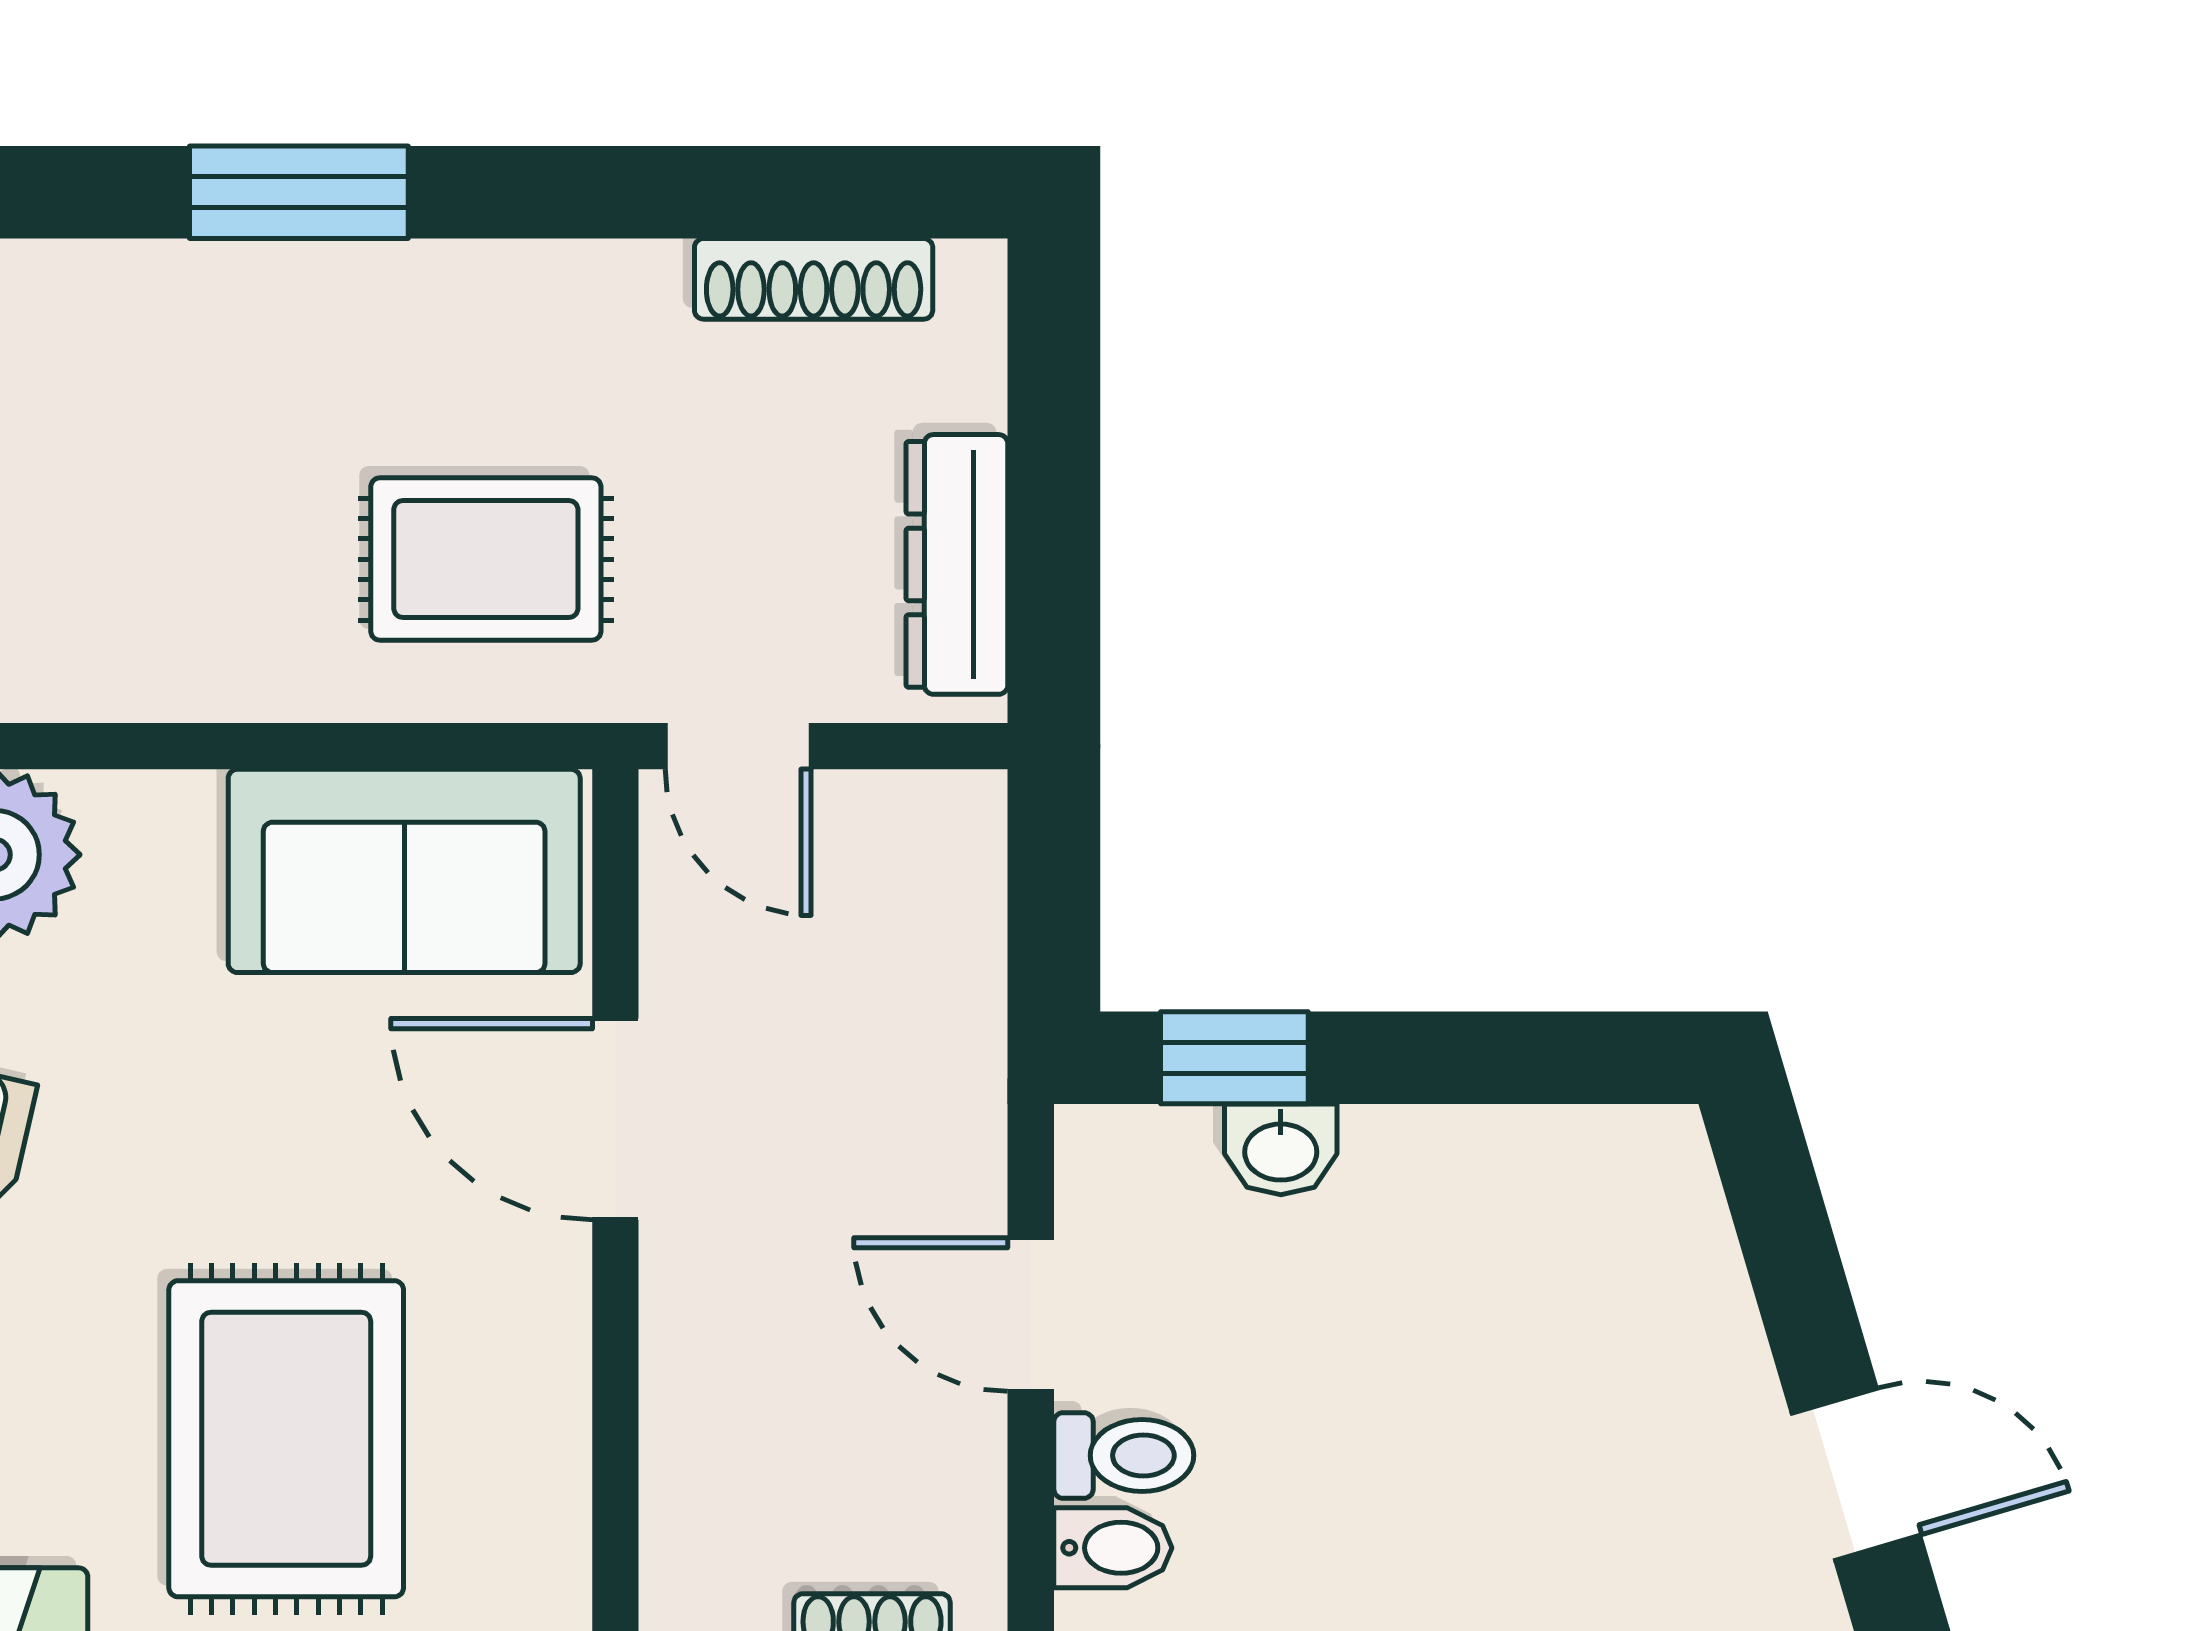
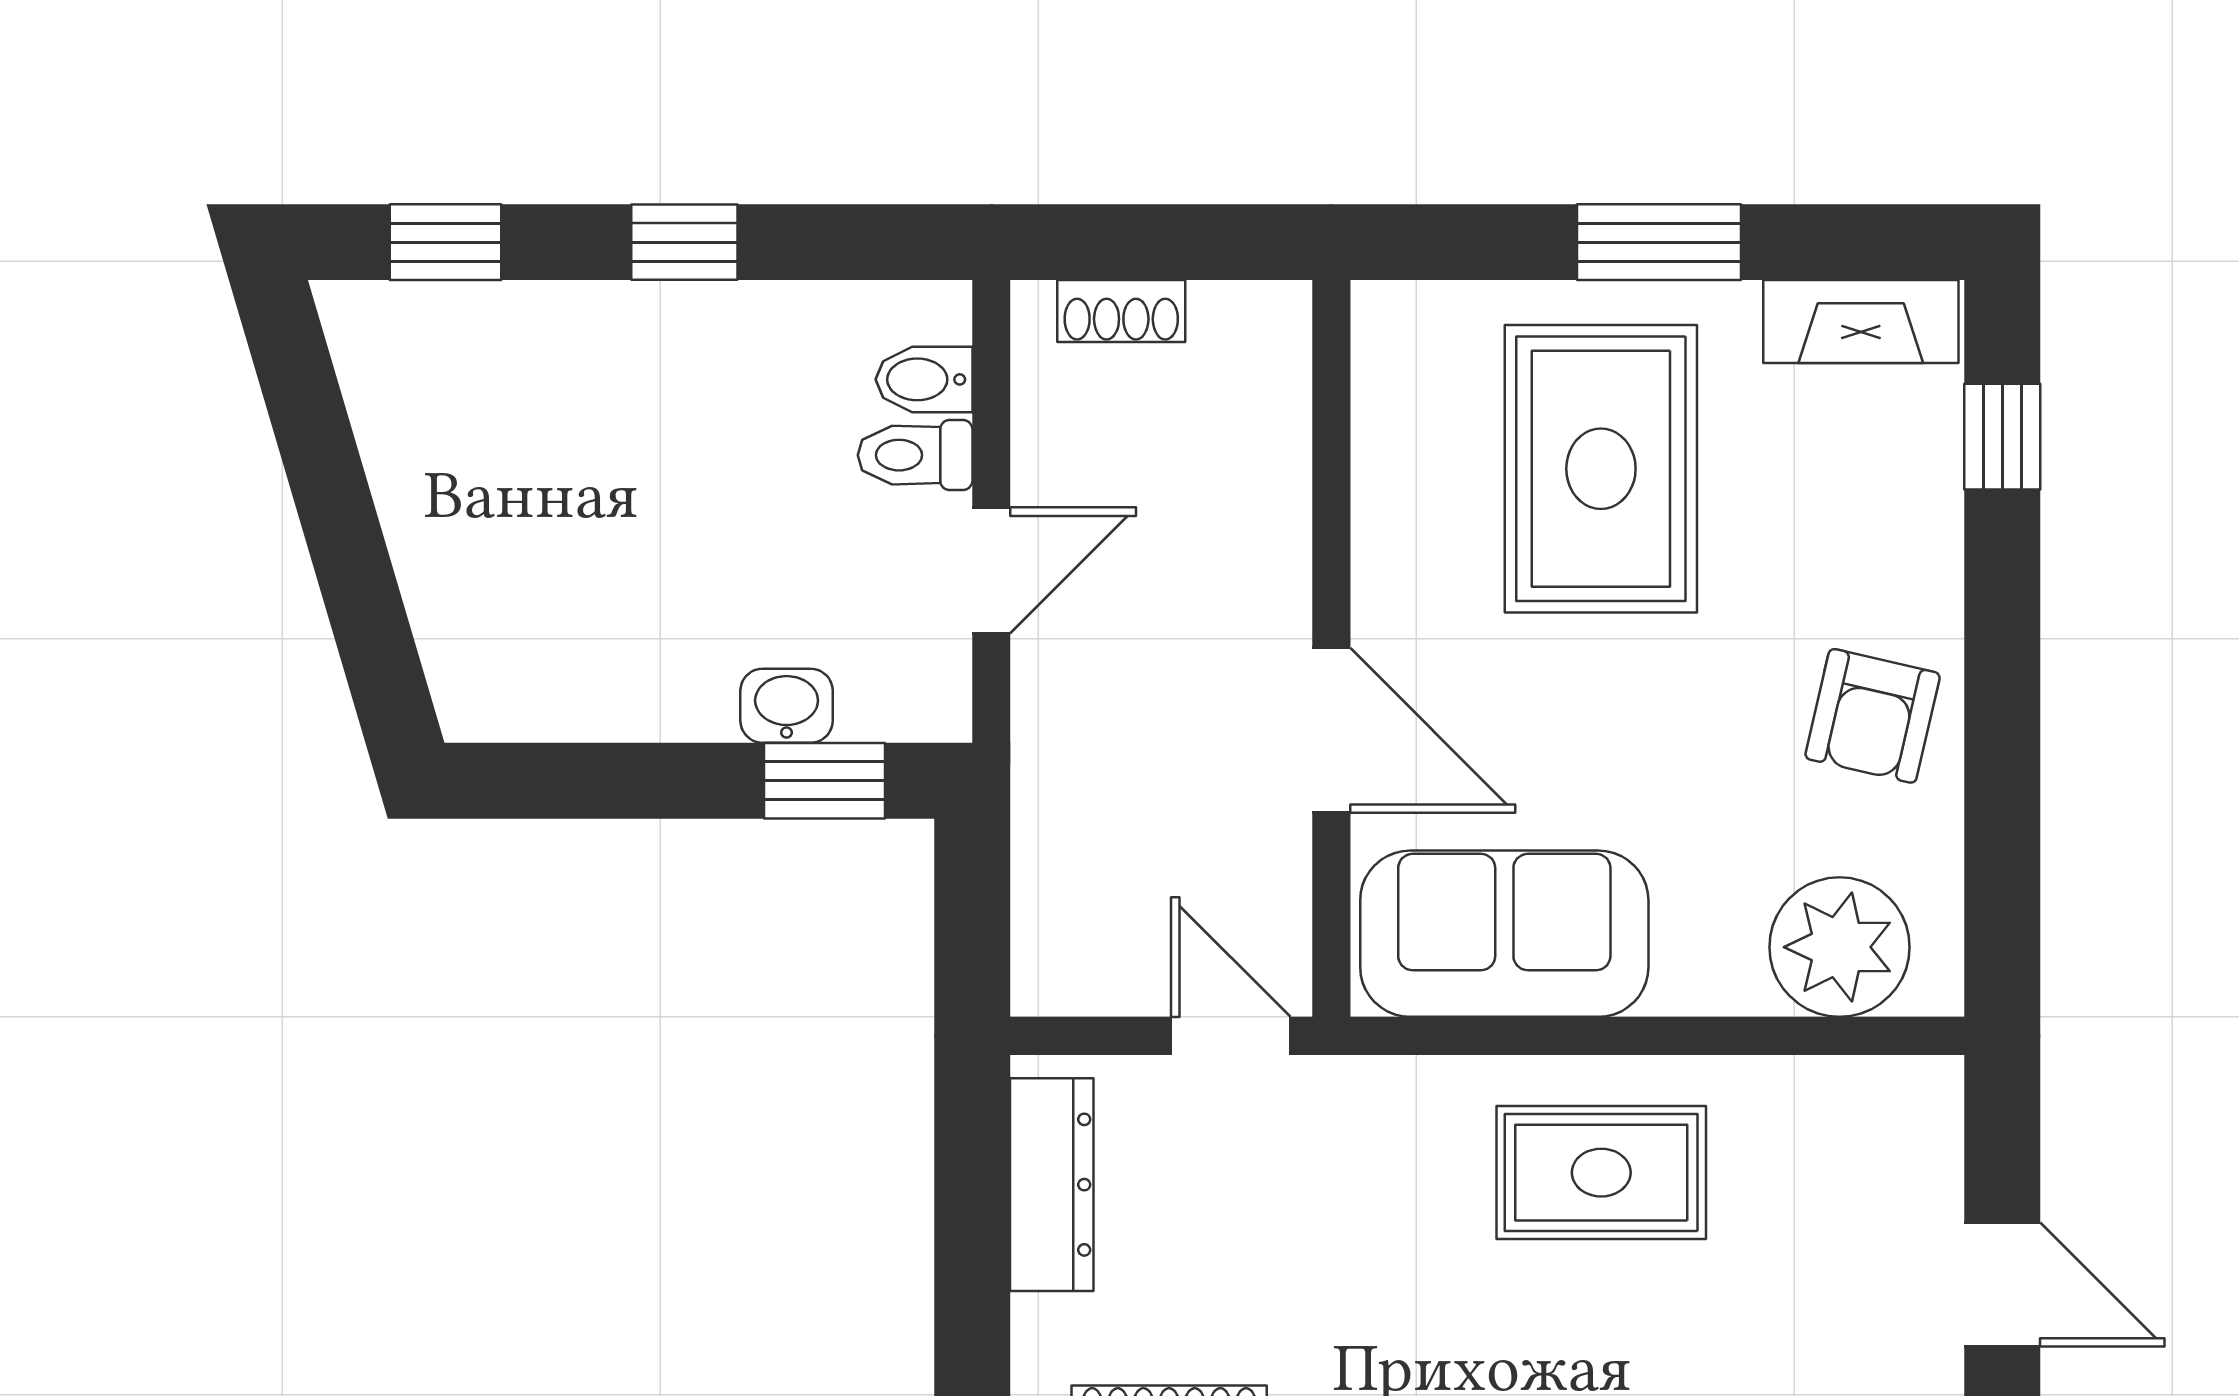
rug: (486, 559) -> (1601, 1173), moved
door: (1031, 1315) -> (991, 570), hinge flipped
door: (1856, 1474) -> (316, 440), removed

